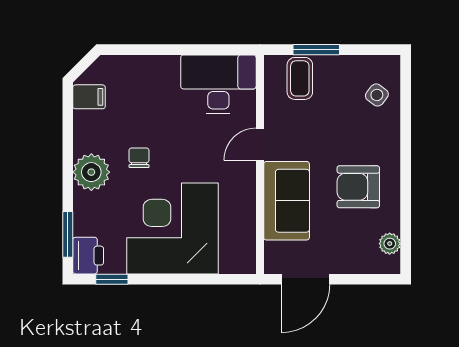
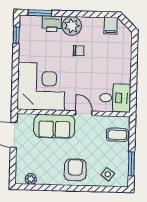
window: (316, 50) -> (131, 164), moved
desk: (218, 84) -> (115, 98), width x0.73
armchair: (358, 187) -> (75, 170), moved
corner desk: (173, 228) -> (41, 87), moved
printer: (88, 256) -> (52, 24), moved

